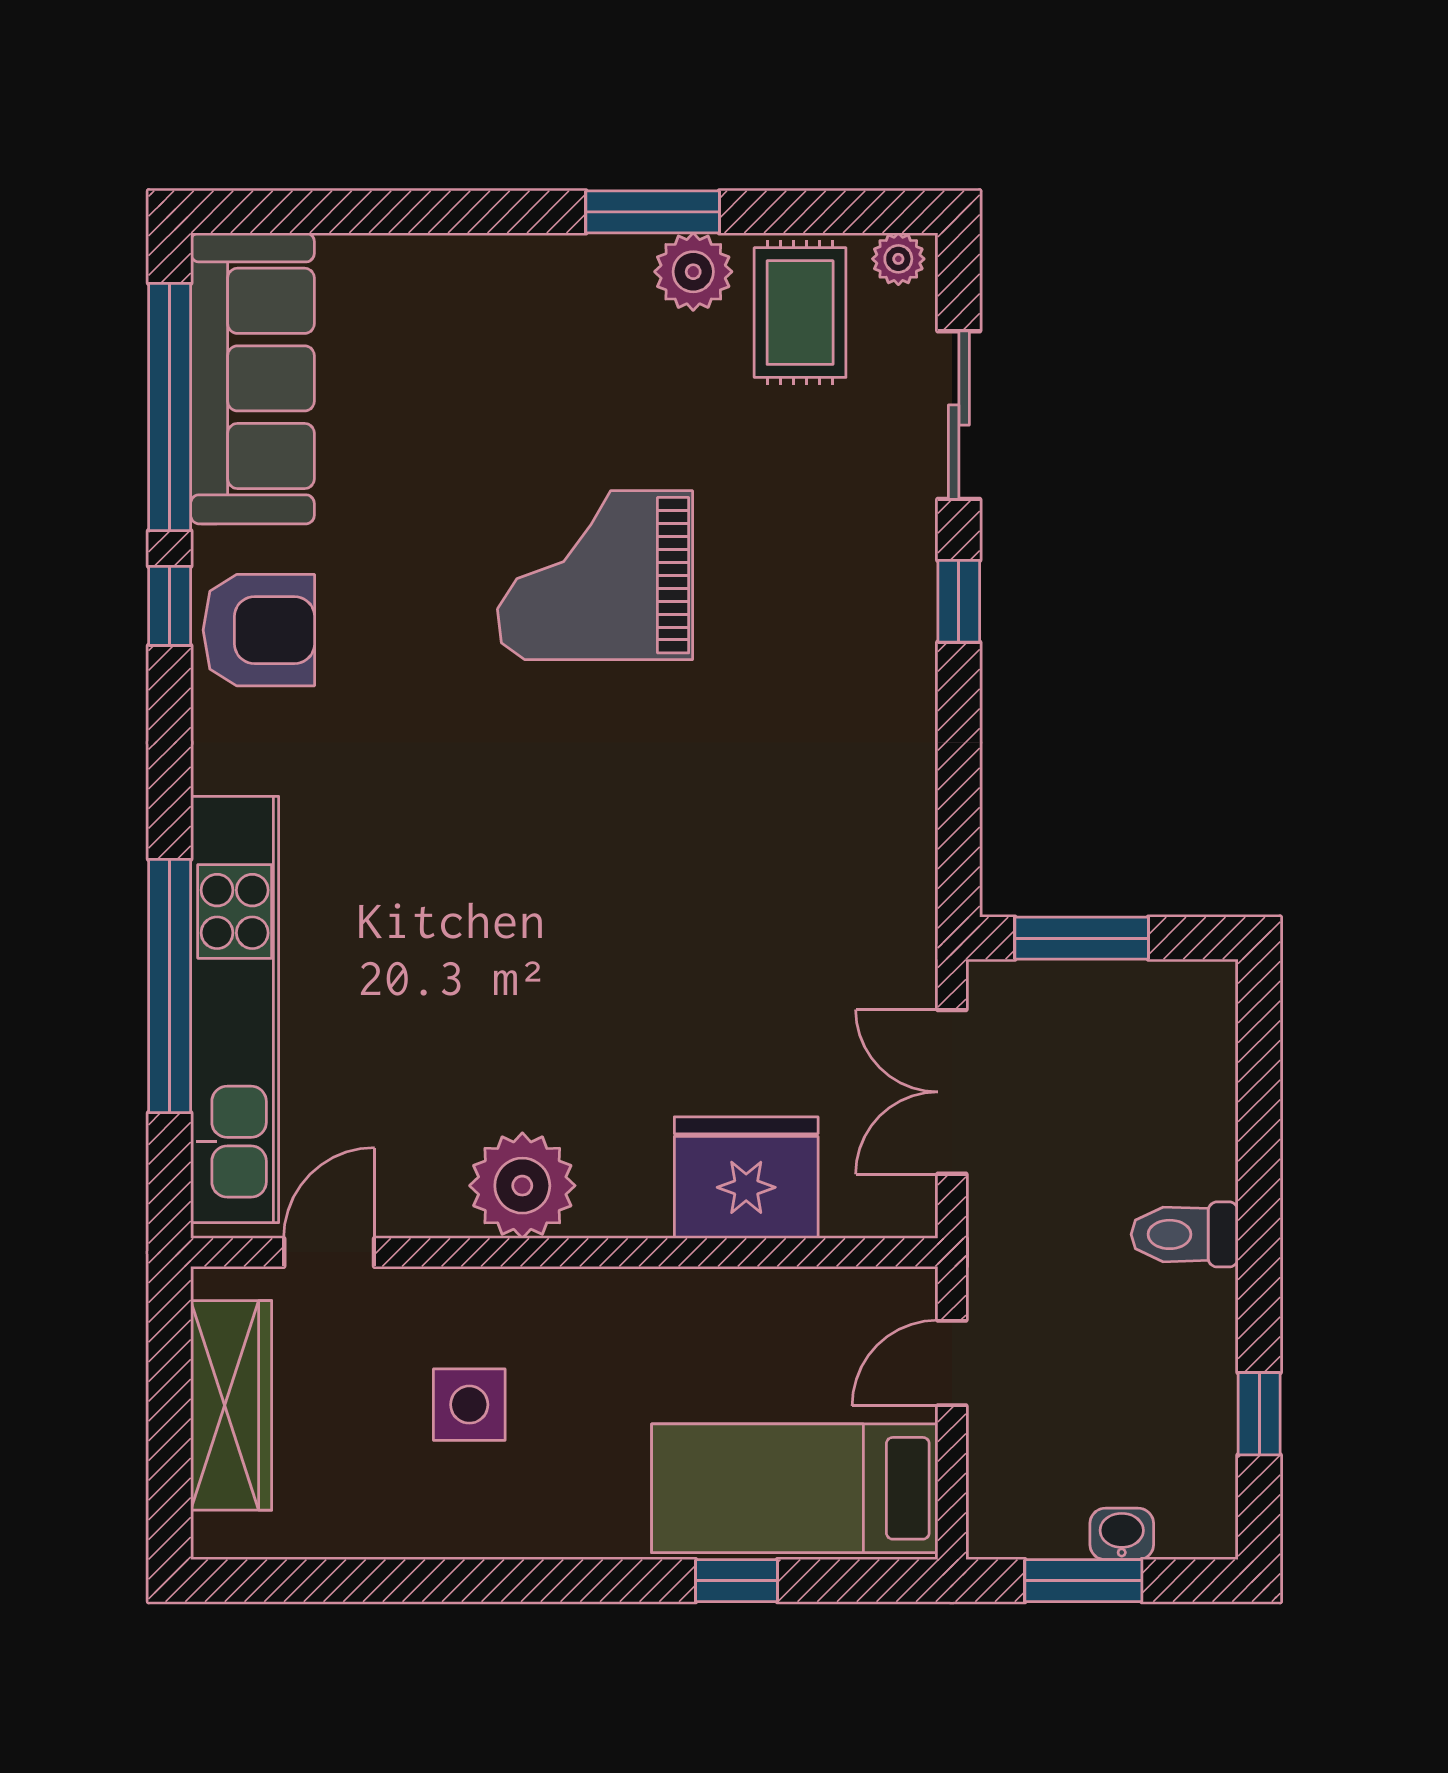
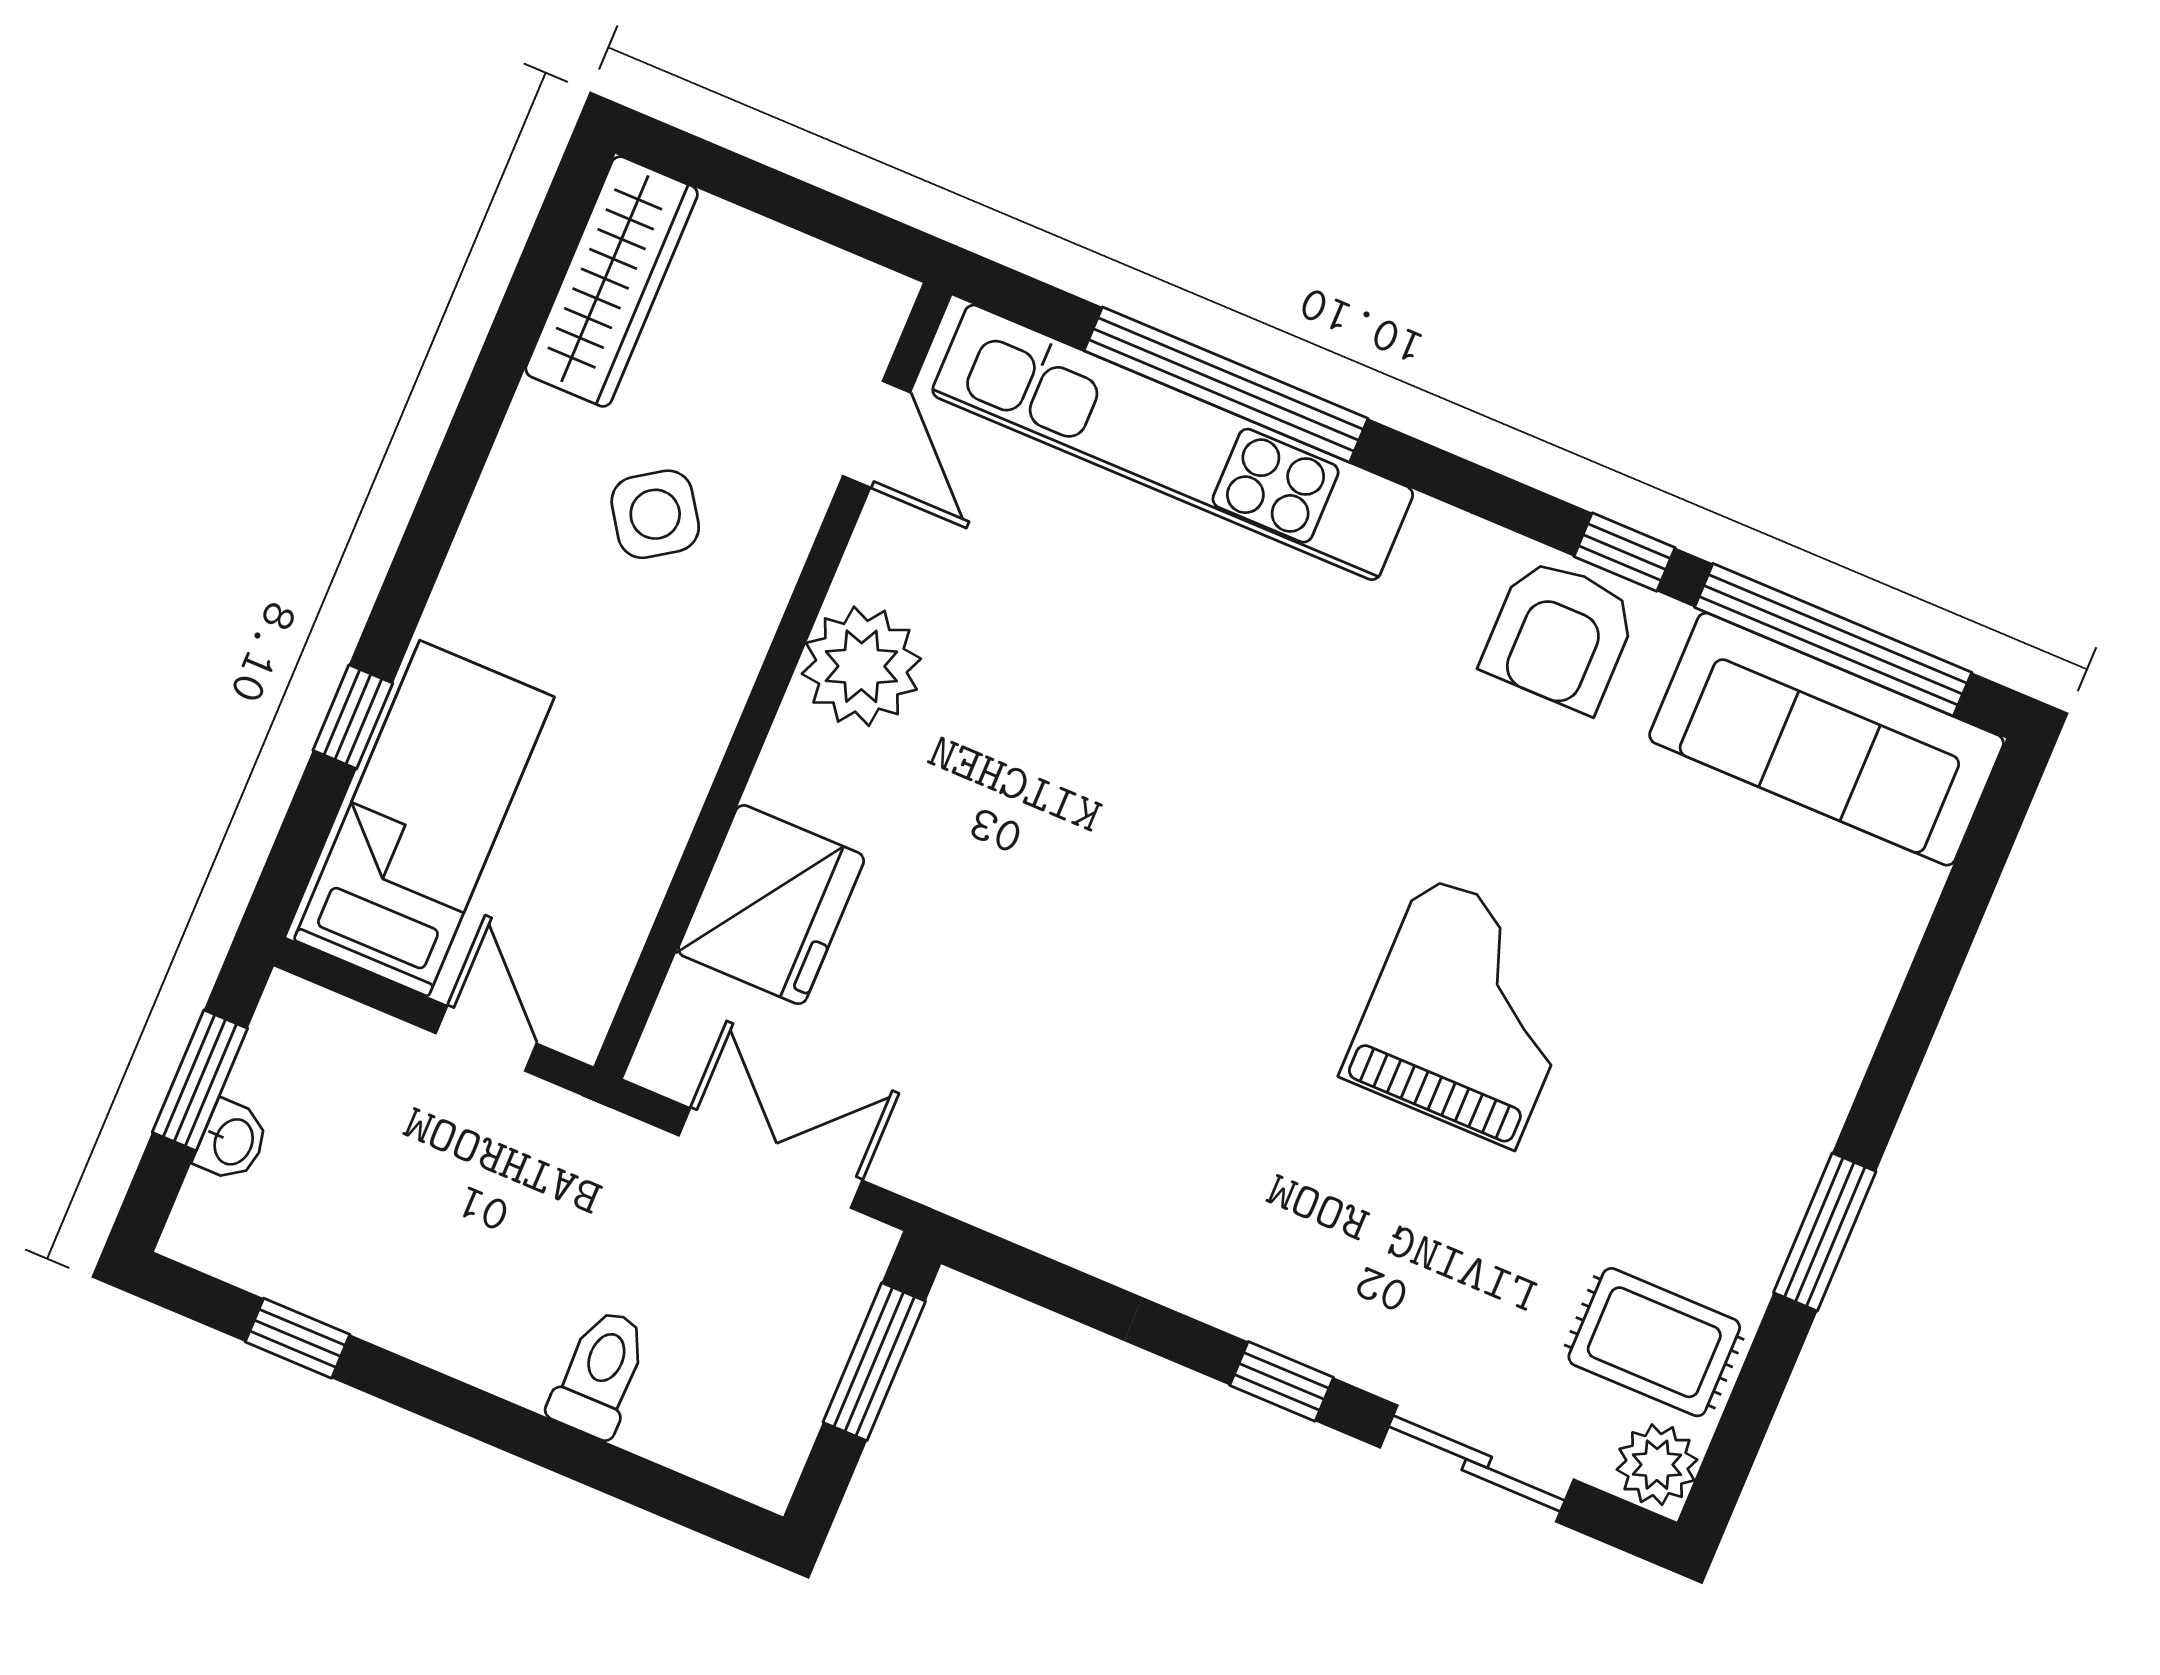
plant: (898, 259) -> (1657, 1465), width x1.38, depth x1.38
plant: (693, 272) -> (1744, 1248), removed
toilet: (1185, 1234) -> (600, 1373), moved
wardrobe: (231, 1405) -> (612, 281), moved, turned -90
side table: (469, 1405) -> (655, 514), turned -34

